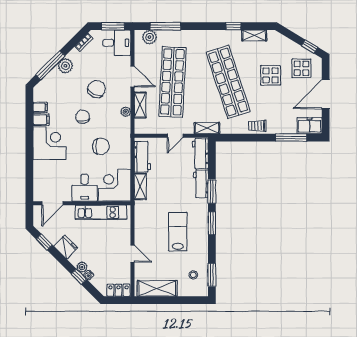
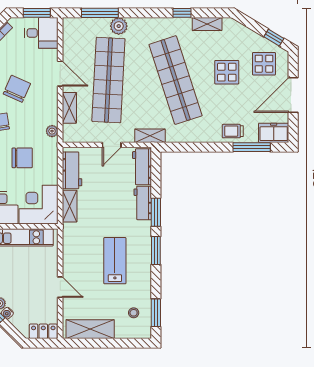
plant: (150, 37) -> (119, 26), moved
plant: (126, 112) -> (52, 131), moved
trolley: (257, 126) -> (233, 131), moved

